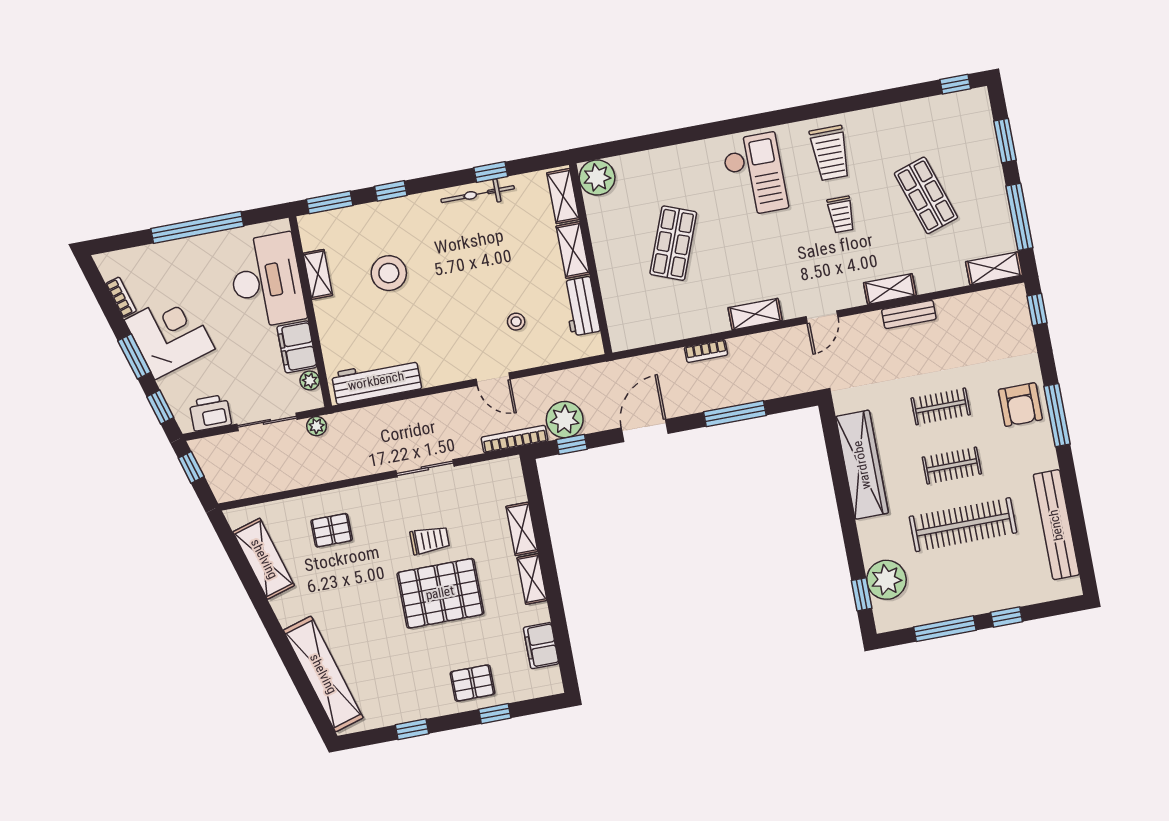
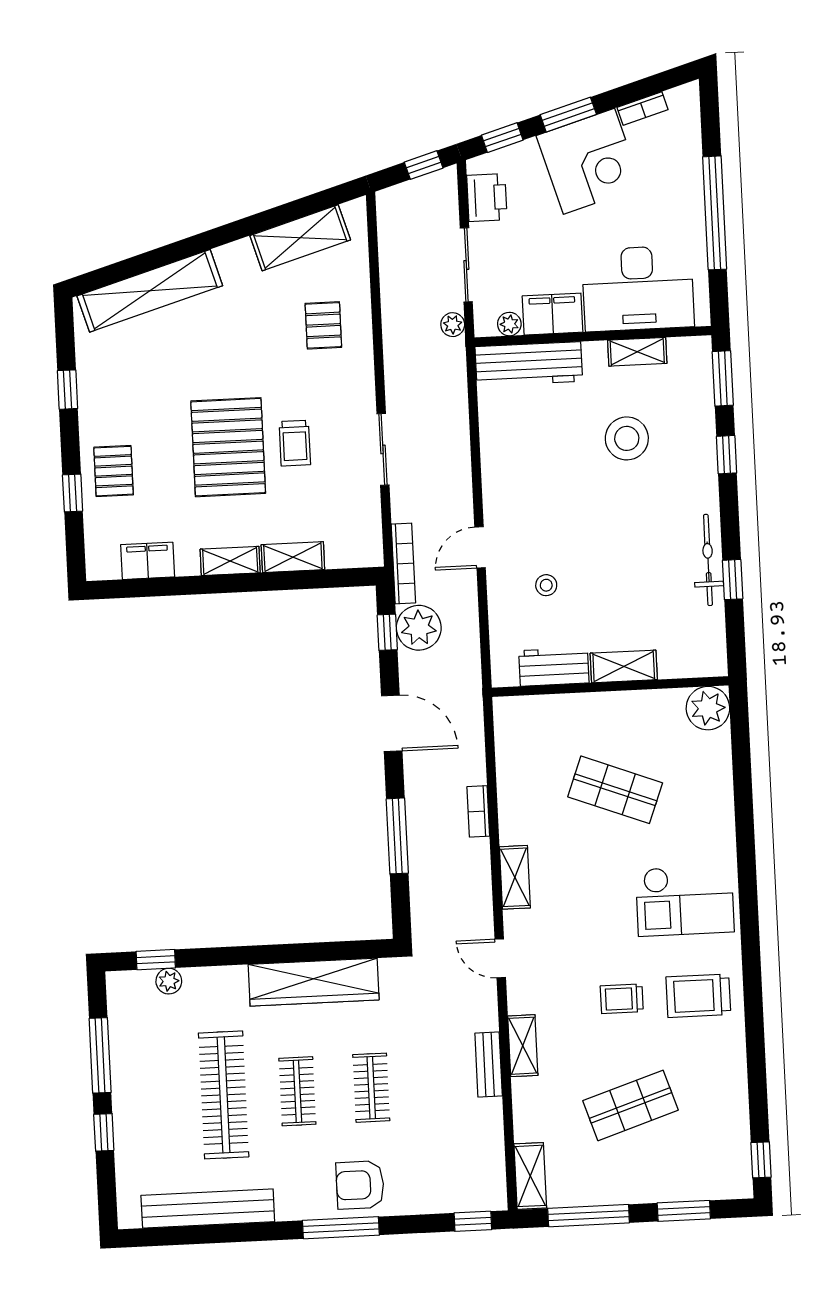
shelving: (563, 196) -> (691, 664), removed
workbench: (376, 381) -> (529, 364), moved, turned 90
plant: (886, 580) -> (169, 981), width x0.53, depth x0.53

